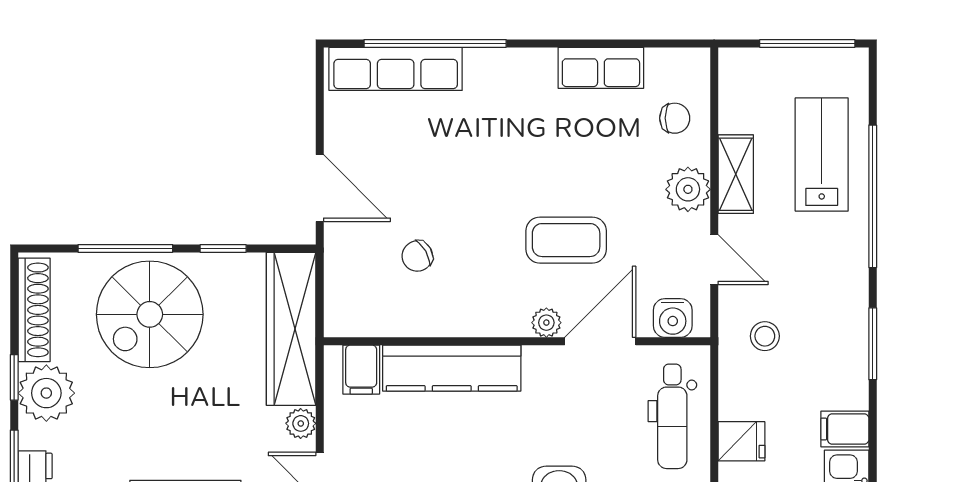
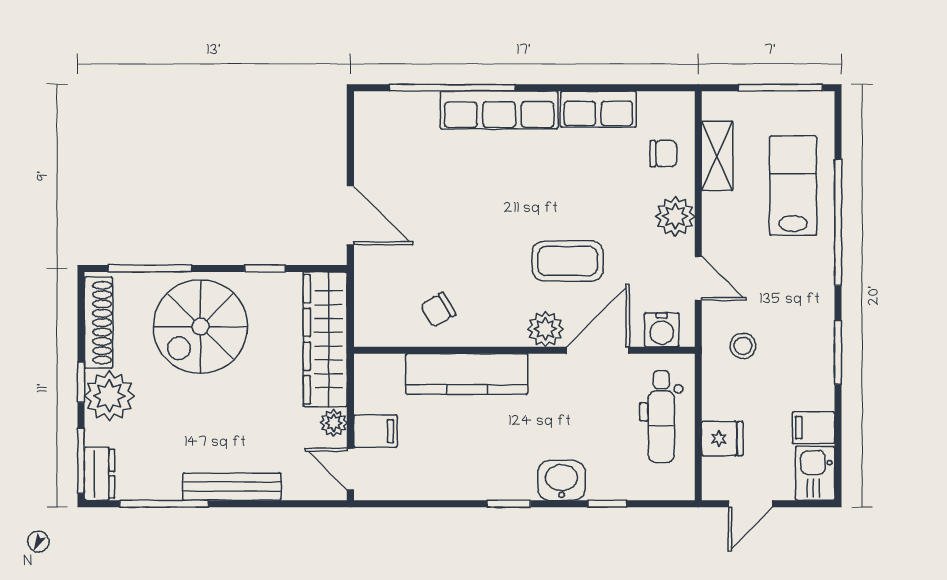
row of seats: (396, 69) -> (499, 110), moved
shelving: (736, 174) -> (717, 156), moved
window: (125, 248) -> (150, 268), moved
chair: (417, 256) -> (438, 310), moved
plant: (546, 323) -> (545, 329), width x1.38, depth x1.38
filing cabinet: (361, 370) -> (375, 431), moved, turned -90

